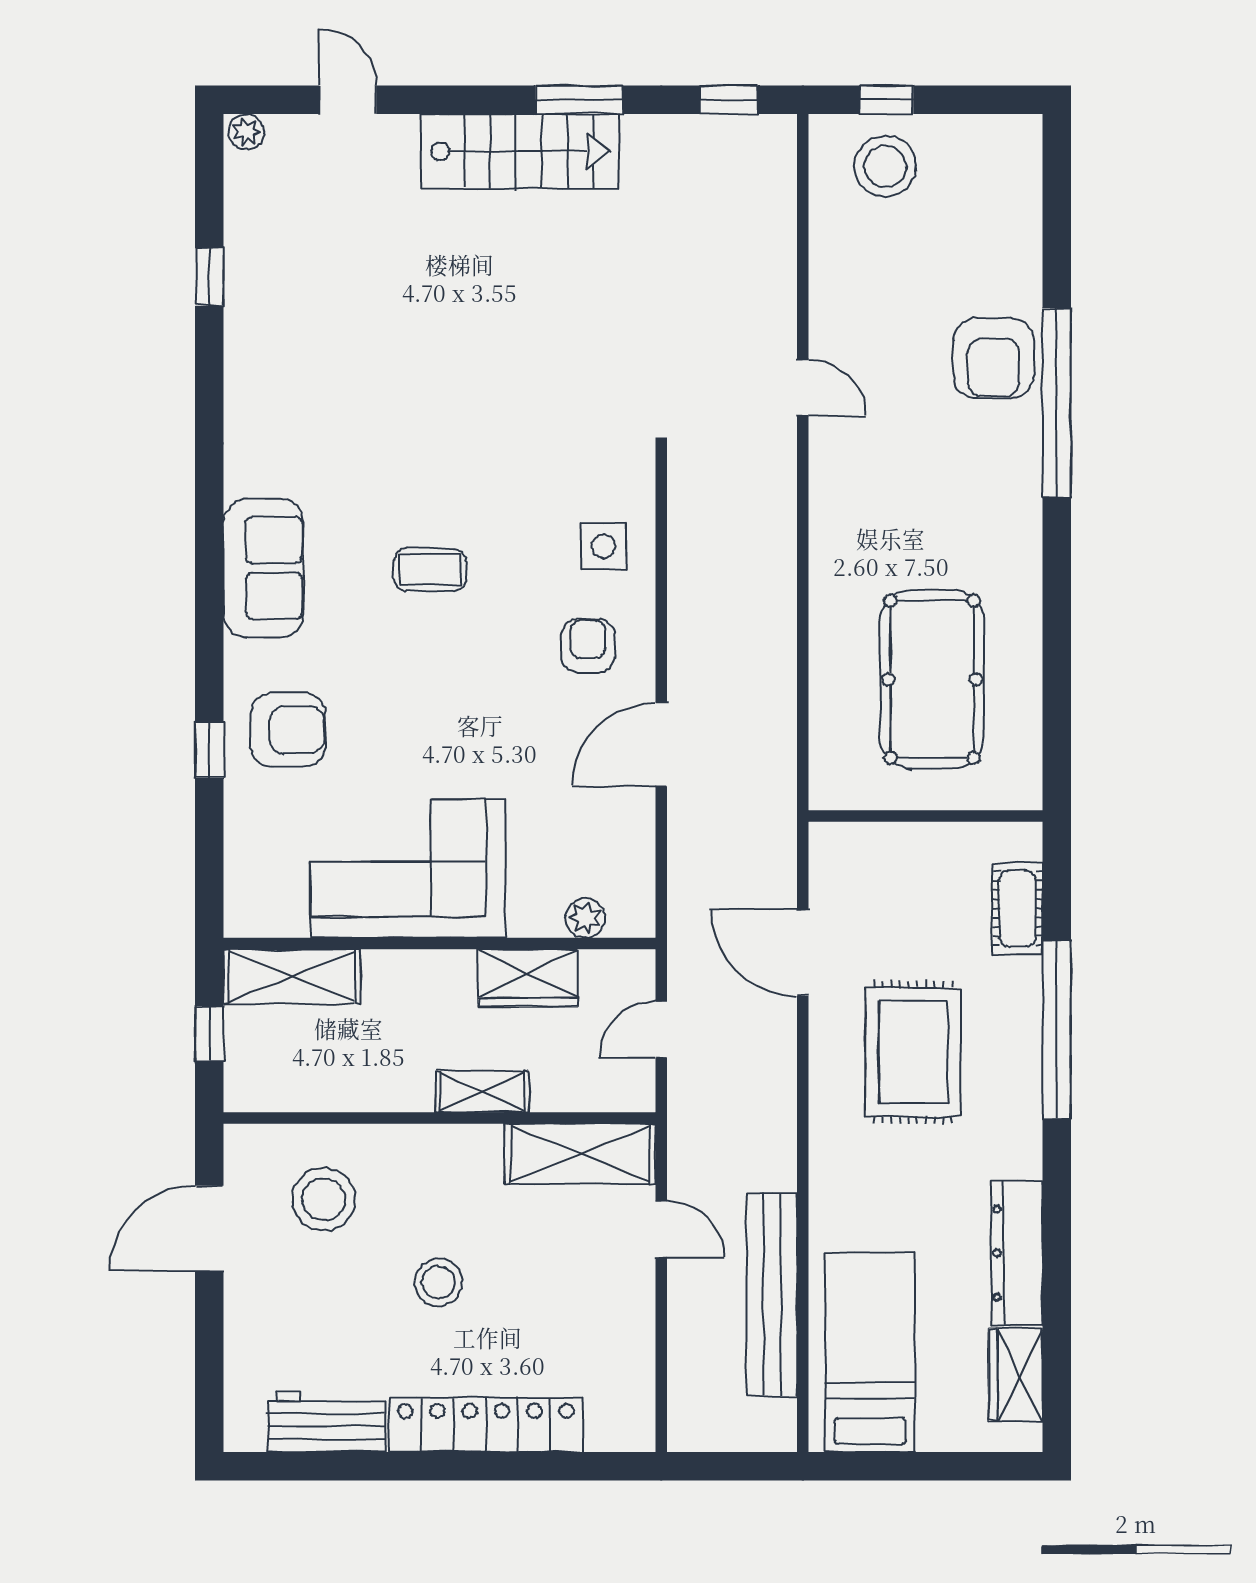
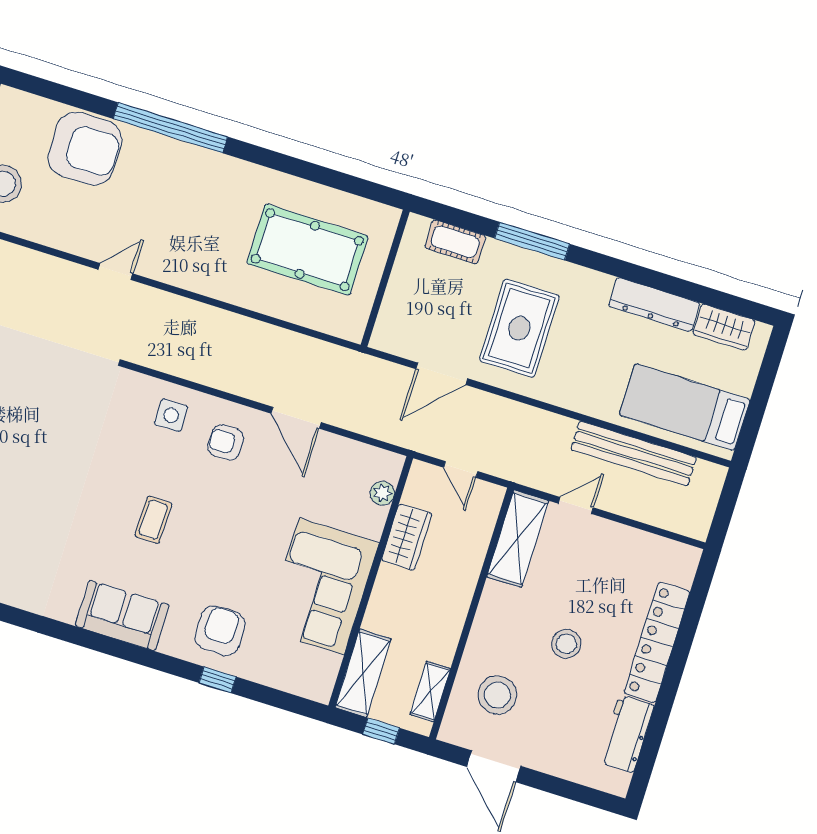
armchair: (993, 358) -> (85, 149), moved, width x1.36, depth x1.36
window: (1057, 1030) -> (532, 241), width x0.68
rug: (913, 1052) -> (519, 328), turned 90
shelving: (482, 1092) -> (430, 692), moved

